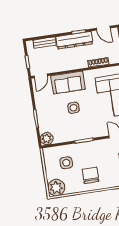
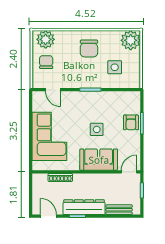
armchair: (45, 118) -> (131, 122), added
plant: (47, 139) -> (133, 98), removed

